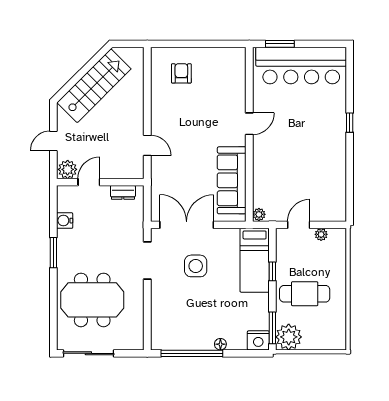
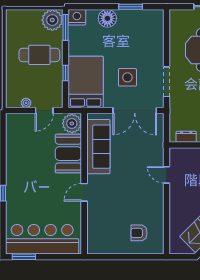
window: (280, 44) -> (24, 257), moved
armchair: (181, 73) -> (139, 233), turned 90
booth: (269, 172) -> (68, 154), added
plant: (259, 214) -> (72, 123), width x1.88, depth x1.88
bed: (255, 260) -> (86, 82), width x1.50
floor lamp: (220, 344) -> (107, 18), width x1.89, depth x1.89
window: (192, 353) -> (130, 7), width x0.47

